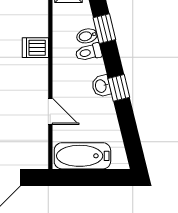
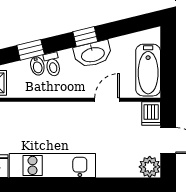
dishwasher: (35, 48) -> (151, 114), moved
washbasin: (101, 86) -> (93, 54), width x1.91, depth x1.45

